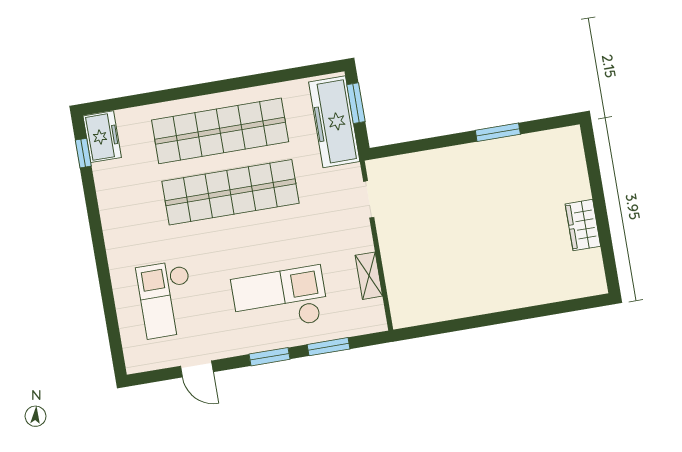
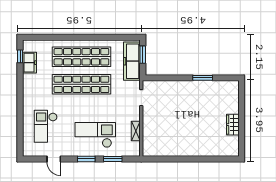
freezer: (102, 137) -> (30, 63), moved

